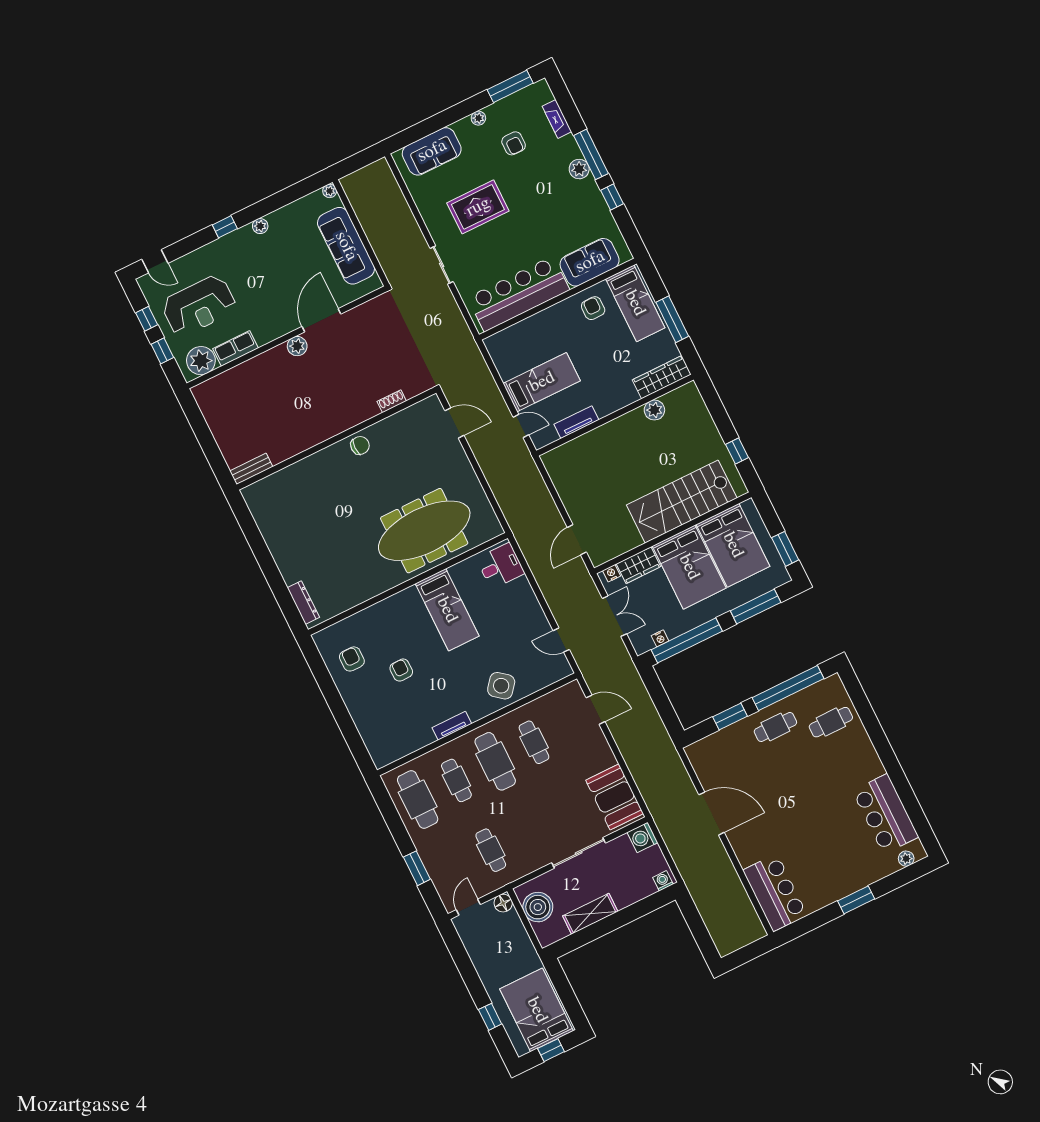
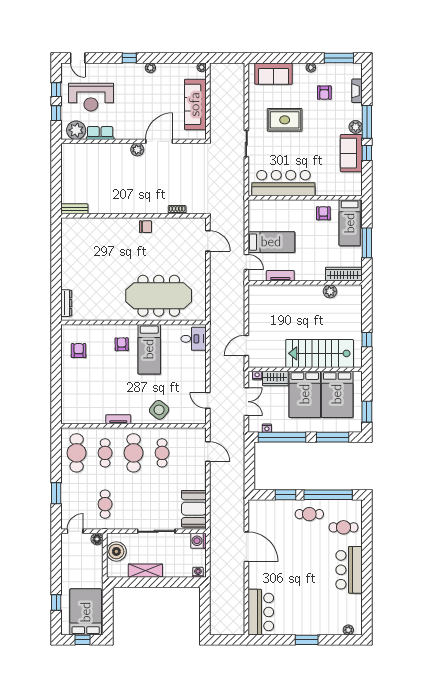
sofa: (590, 262) -> (351, 153), moved, turned -90
armchair: (401, 670) -> (122, 344), moved
bar counter: (885, 814) -> (349, 570), moved

